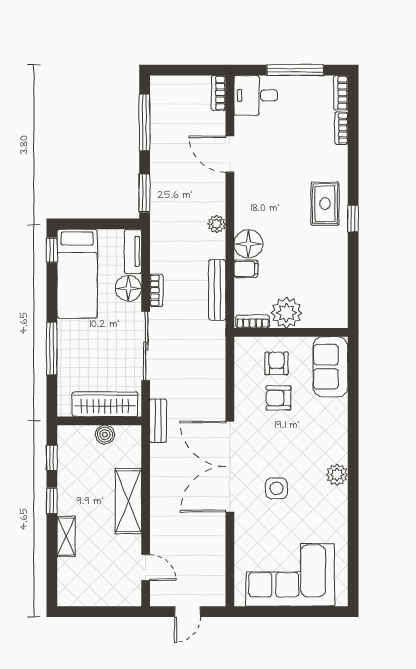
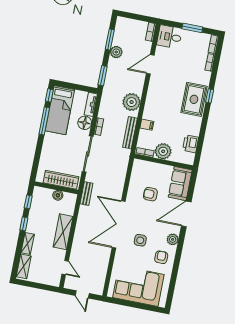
window: (295, 70) -> (192, 28), width x0.69
window: (145, 123) -> (110, 40), width x0.69
plant: (161, 144) -> (116, 52), added
door: (230, 154) -> (150, 64), hinge flipped
rug: (325, 204) -> (194, 99), width x1.36, depth x1.43
window: (353, 219) -> (210, 96), moved
plant: (217, 224) -> (132, 102), width x1.87, depth x1.87
floor lamp: (248, 244) -> (151, 112), removed
printer: (335, 288) -> (191, 144), added
window: (52, 349) -> (44, 121), moved
armchair: (276, 363) -> (161, 257), moved
door: (353, 422) -> (186, 214), added
shelving: (67, 581) -> (24, 266), added
door: (188, 612) -> (82, 294), hinge flipped

